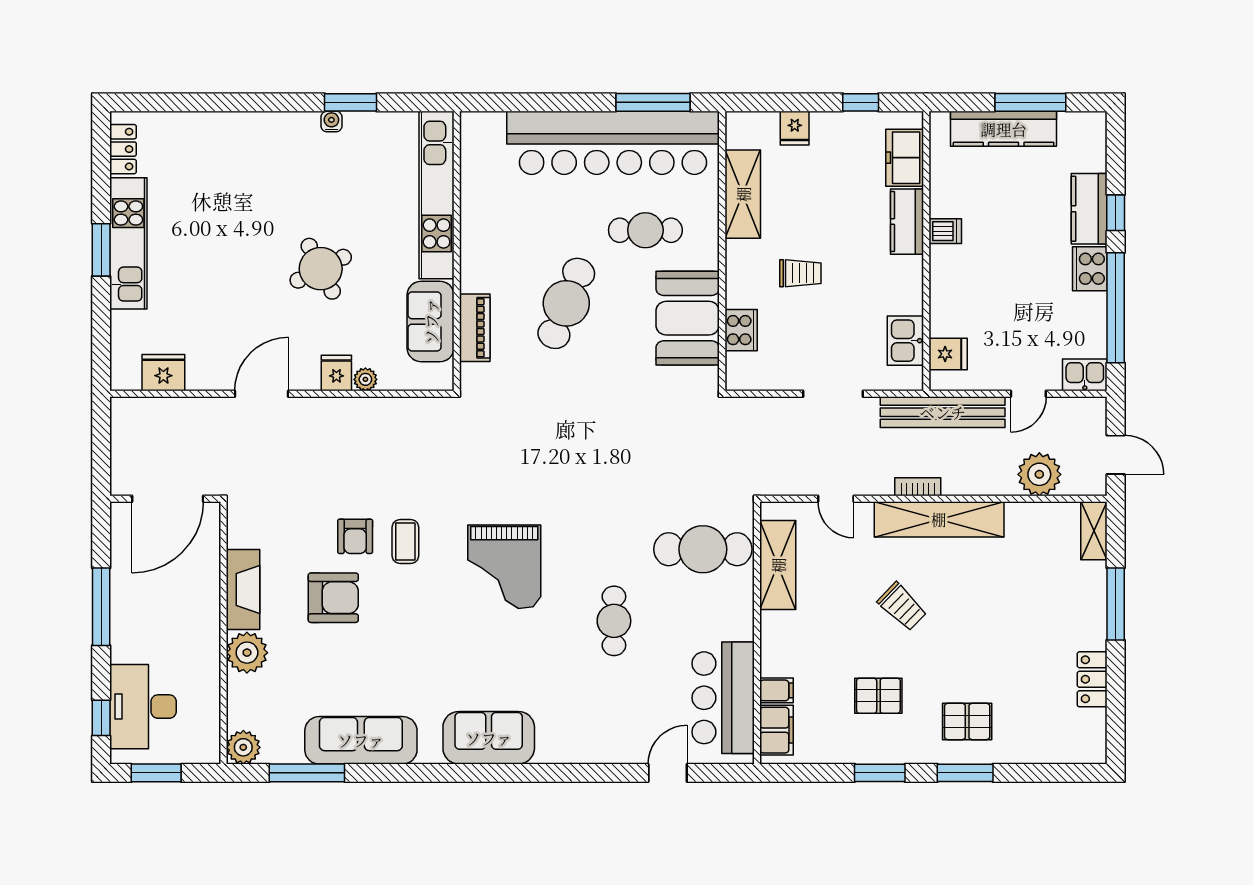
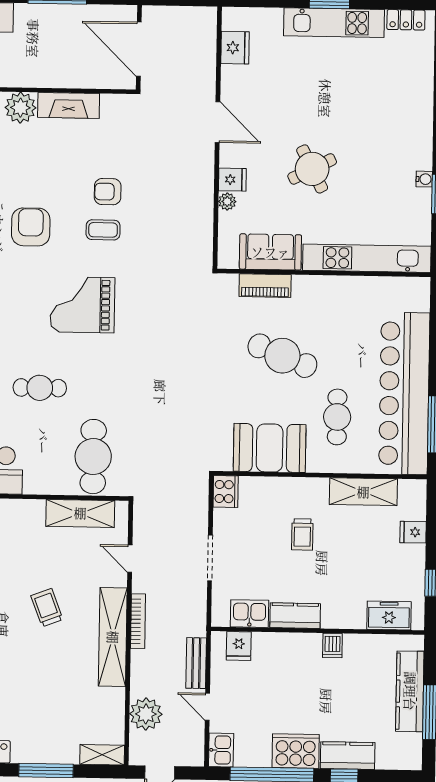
kitchen counter: (907, 222) -> (295, 616), moved
cooker: (1090, 269) -> (296, 751), width x1.37, depth x1.31
cooker: (741, 330) -> (226, 492), moved, turned -90
bench: (943, 412) -> (196, 663), width x0.54, depth x0.82
bookcase: (918, 487) -> (138, 621), width x1.56
door: (836, 499) -> (130, 559), hinge flipped
armchair: (333, 598) -> (31, 227), moved, turned 180
trolley: (902, 607) -> (47, 608), turned 115

